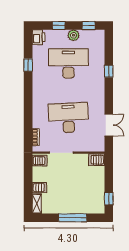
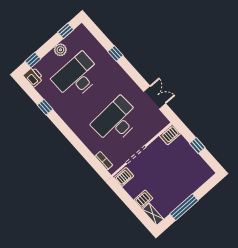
window: (59, 25) -> (33, 60), moved
window: (109, 199) -> (197, 145), moved
window: (73, 218) -> (184, 207), moved

